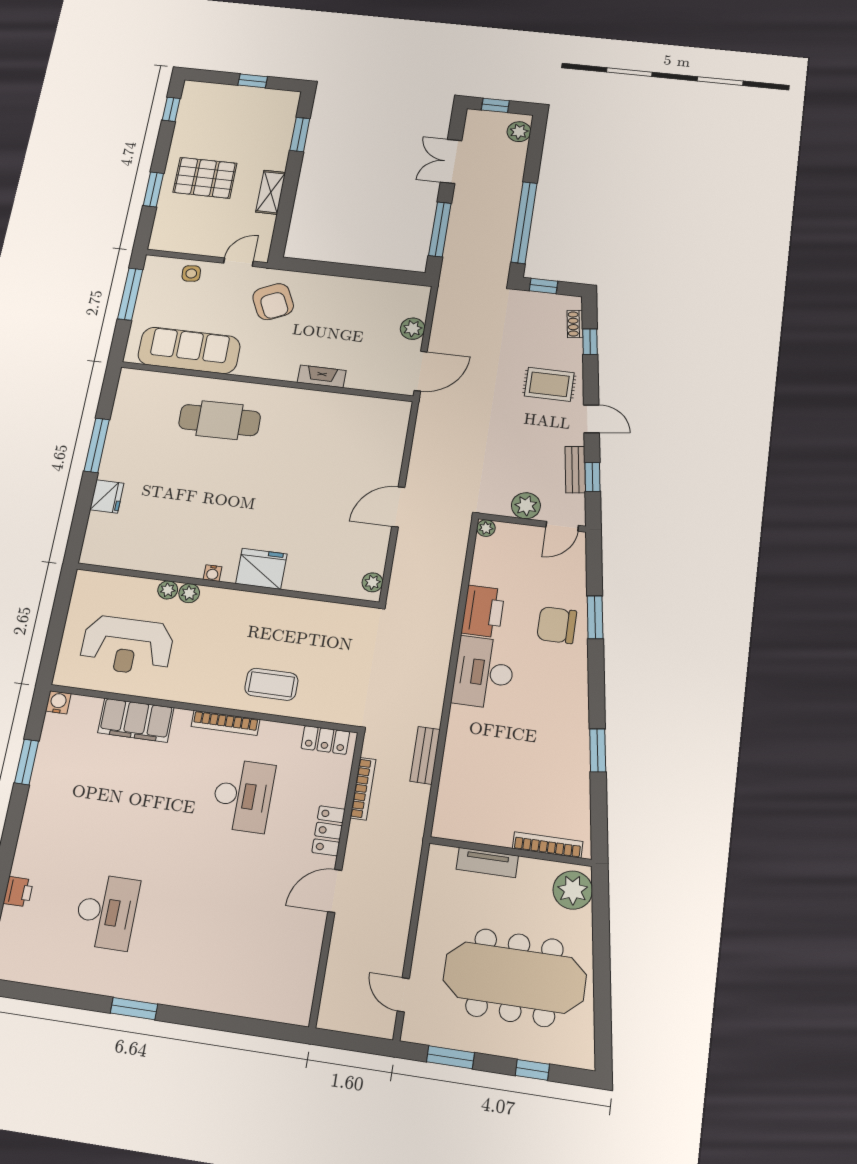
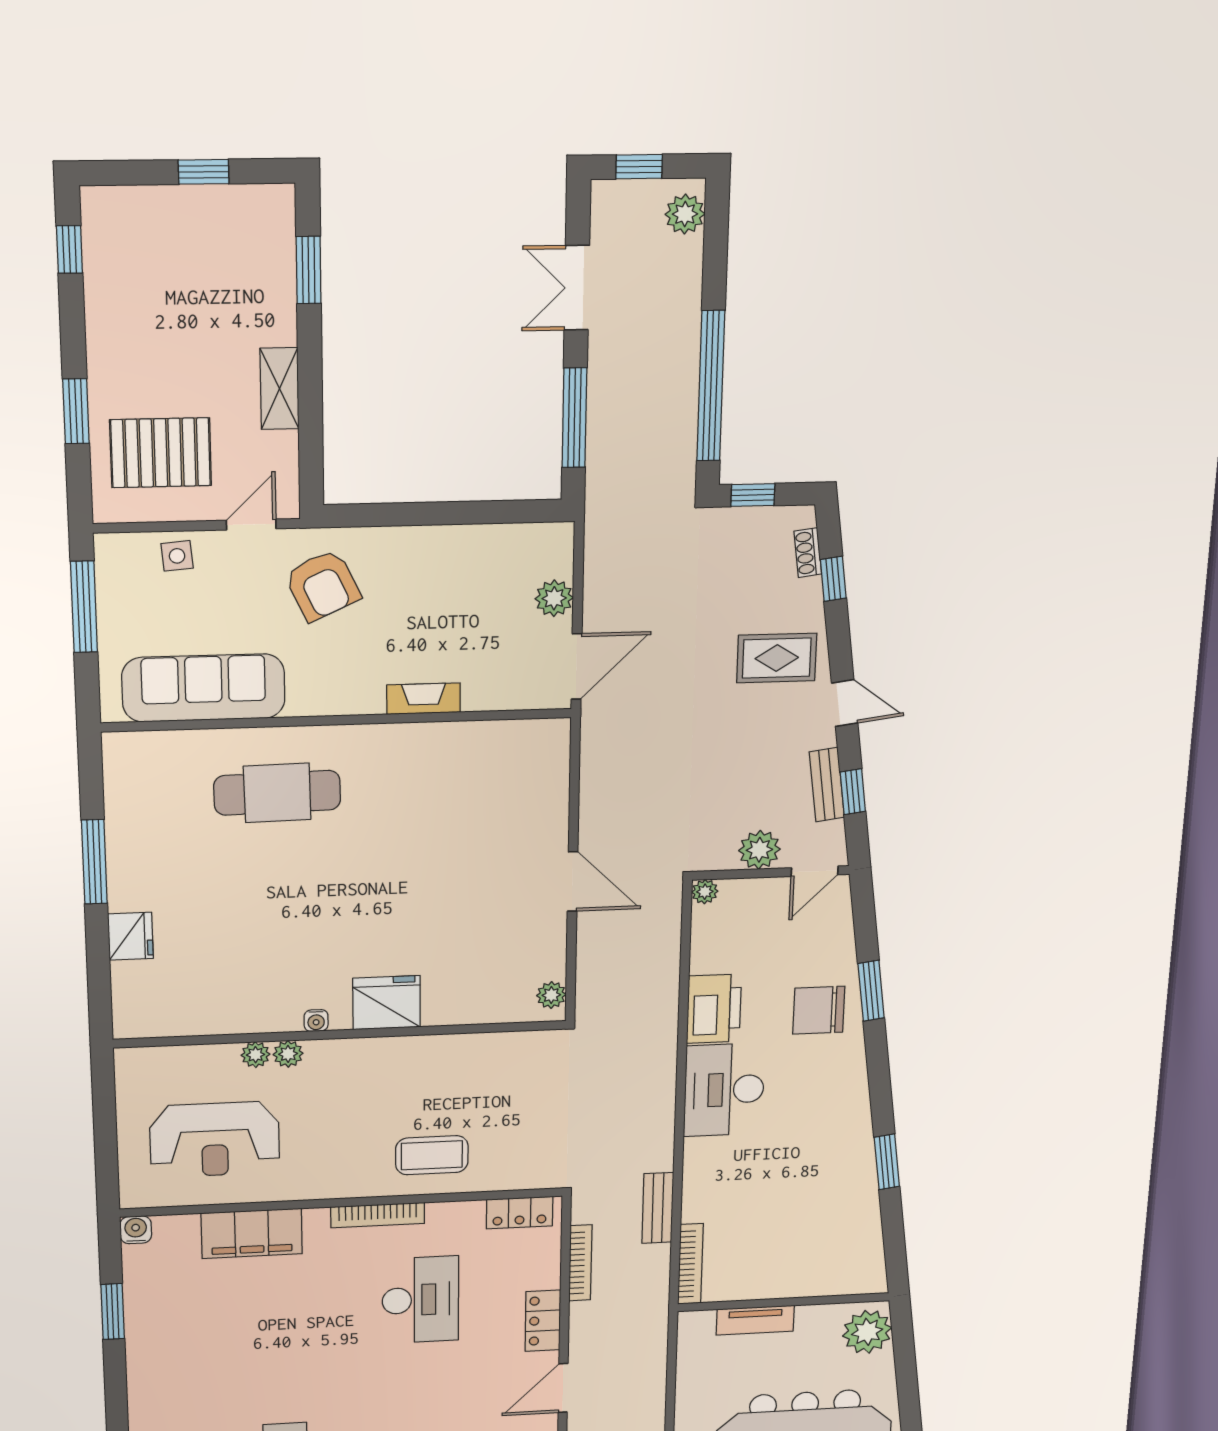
pallet: (205, 178) -> (161, 453), moved
door: (398, 507) -> (573, 882), swing flipped
bookcase: (548, 845) -> (690, 1264), moved, turned 90

